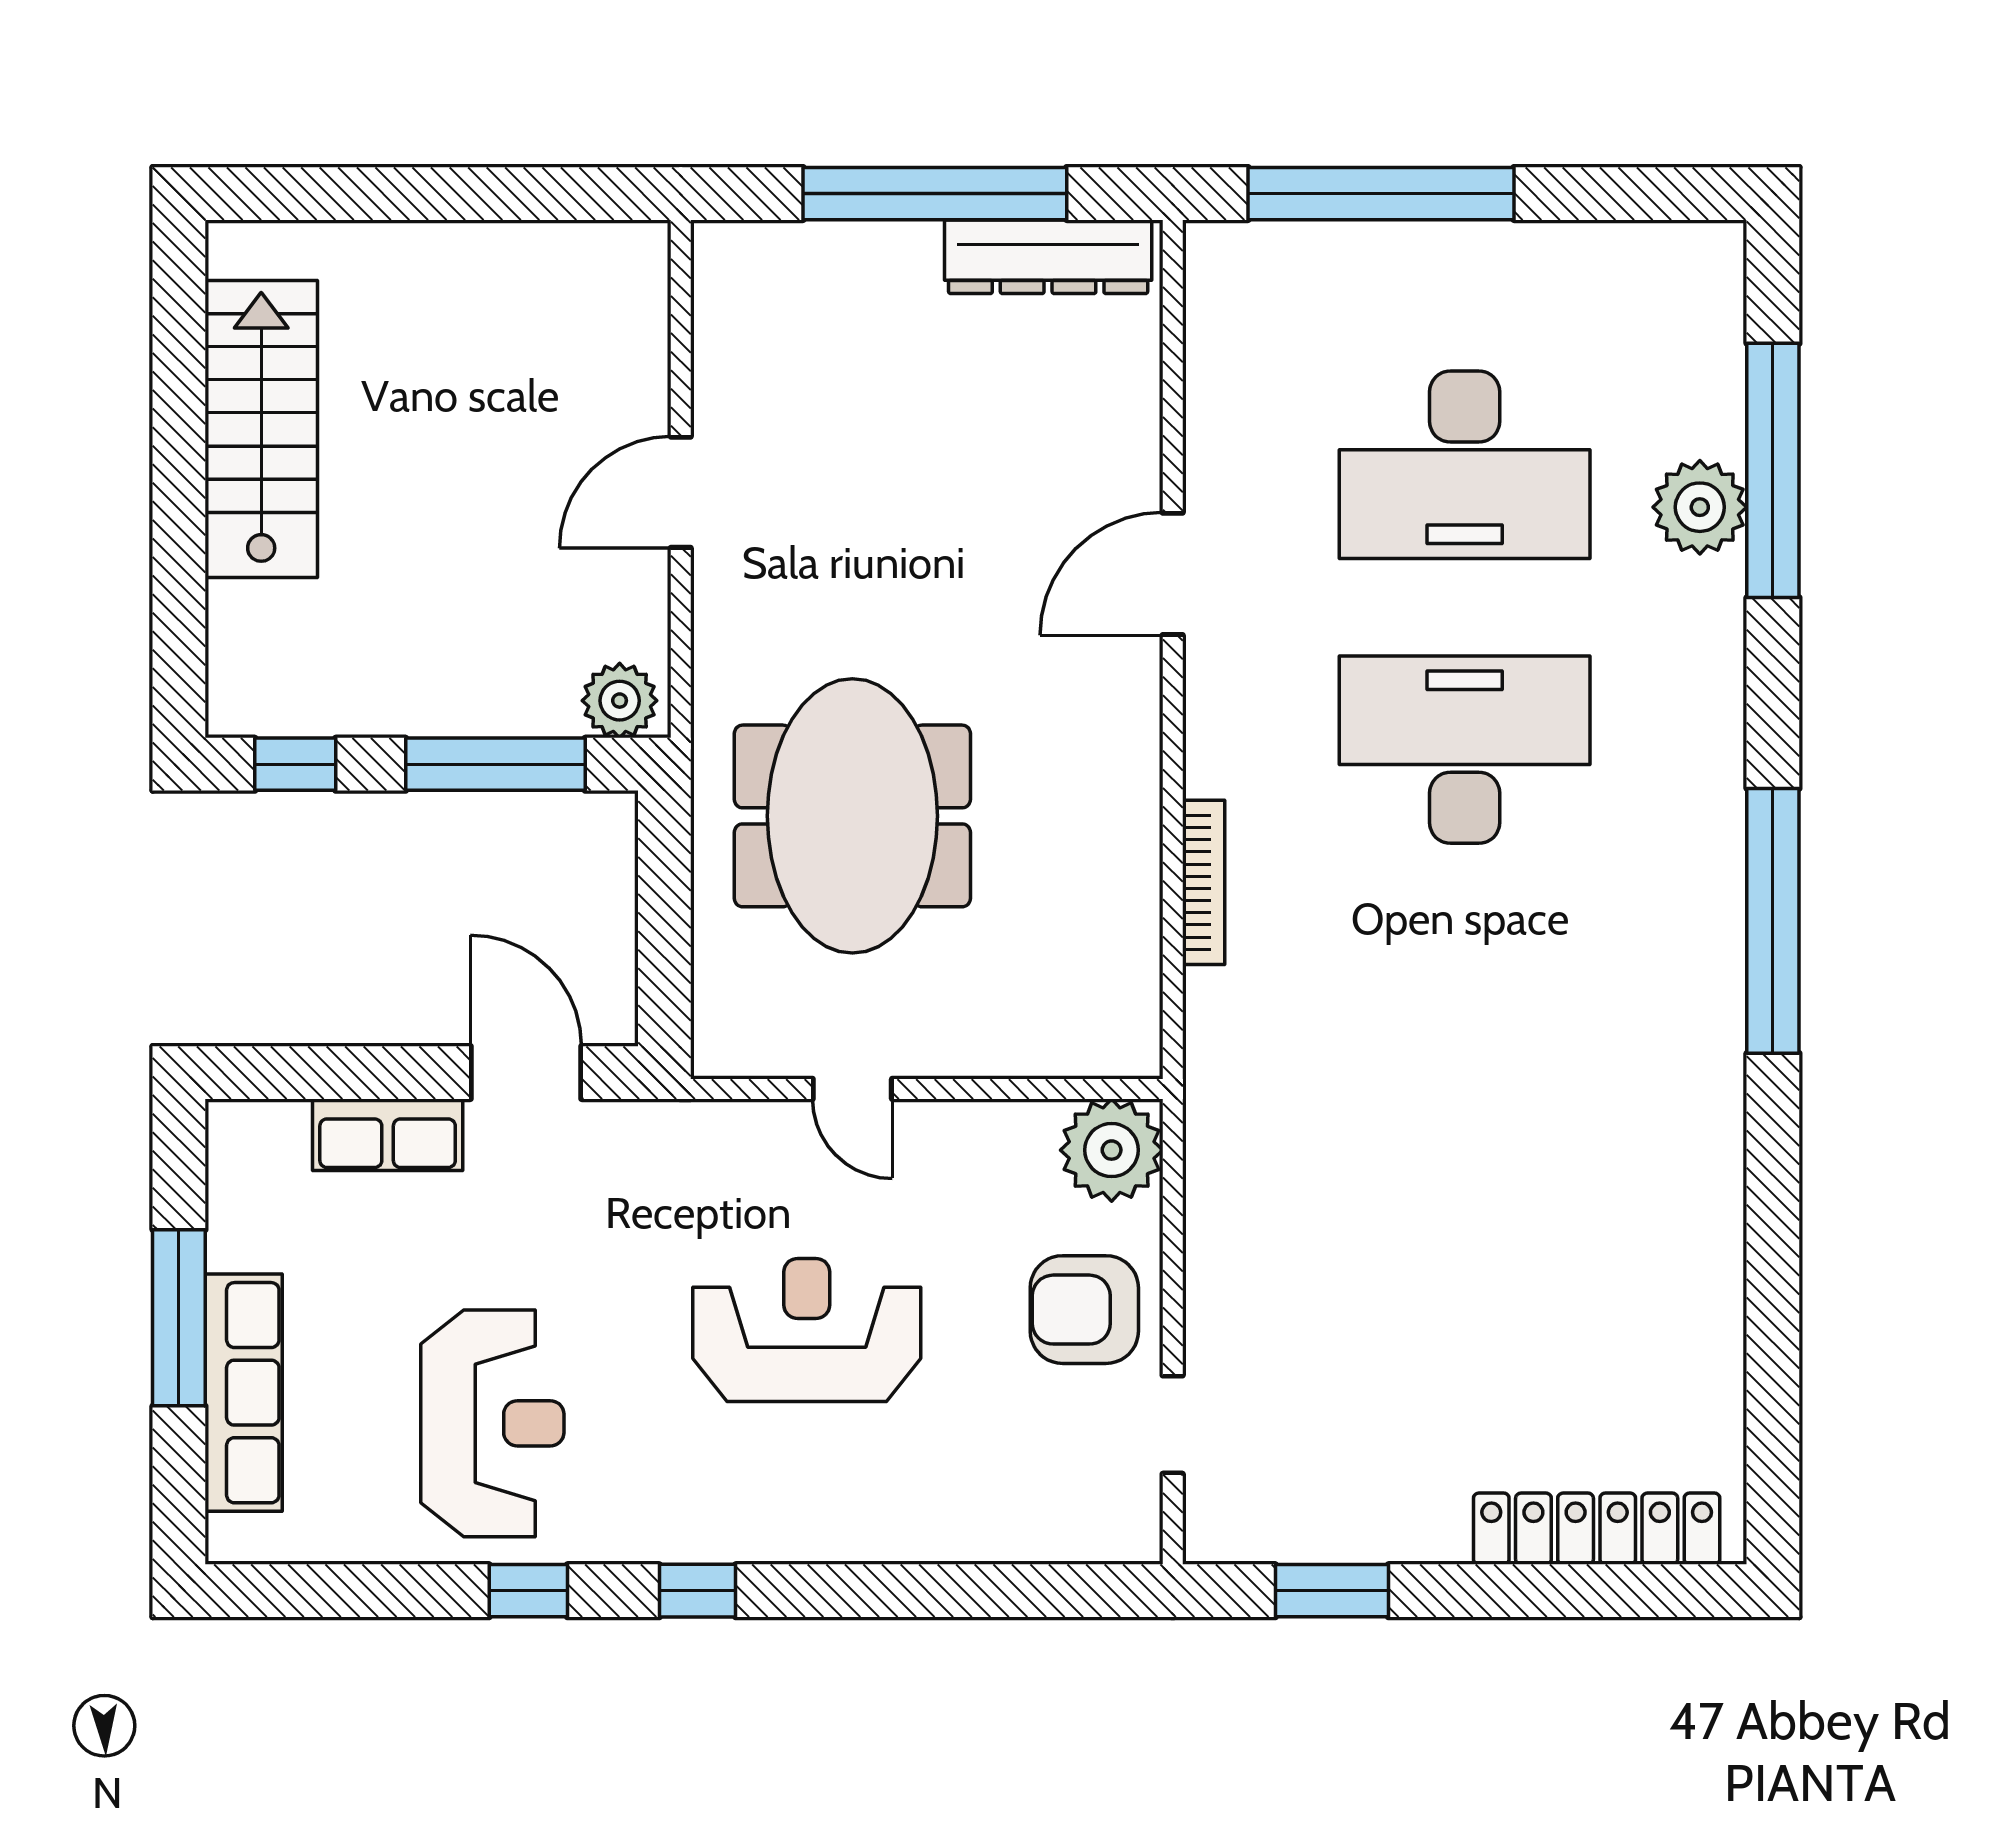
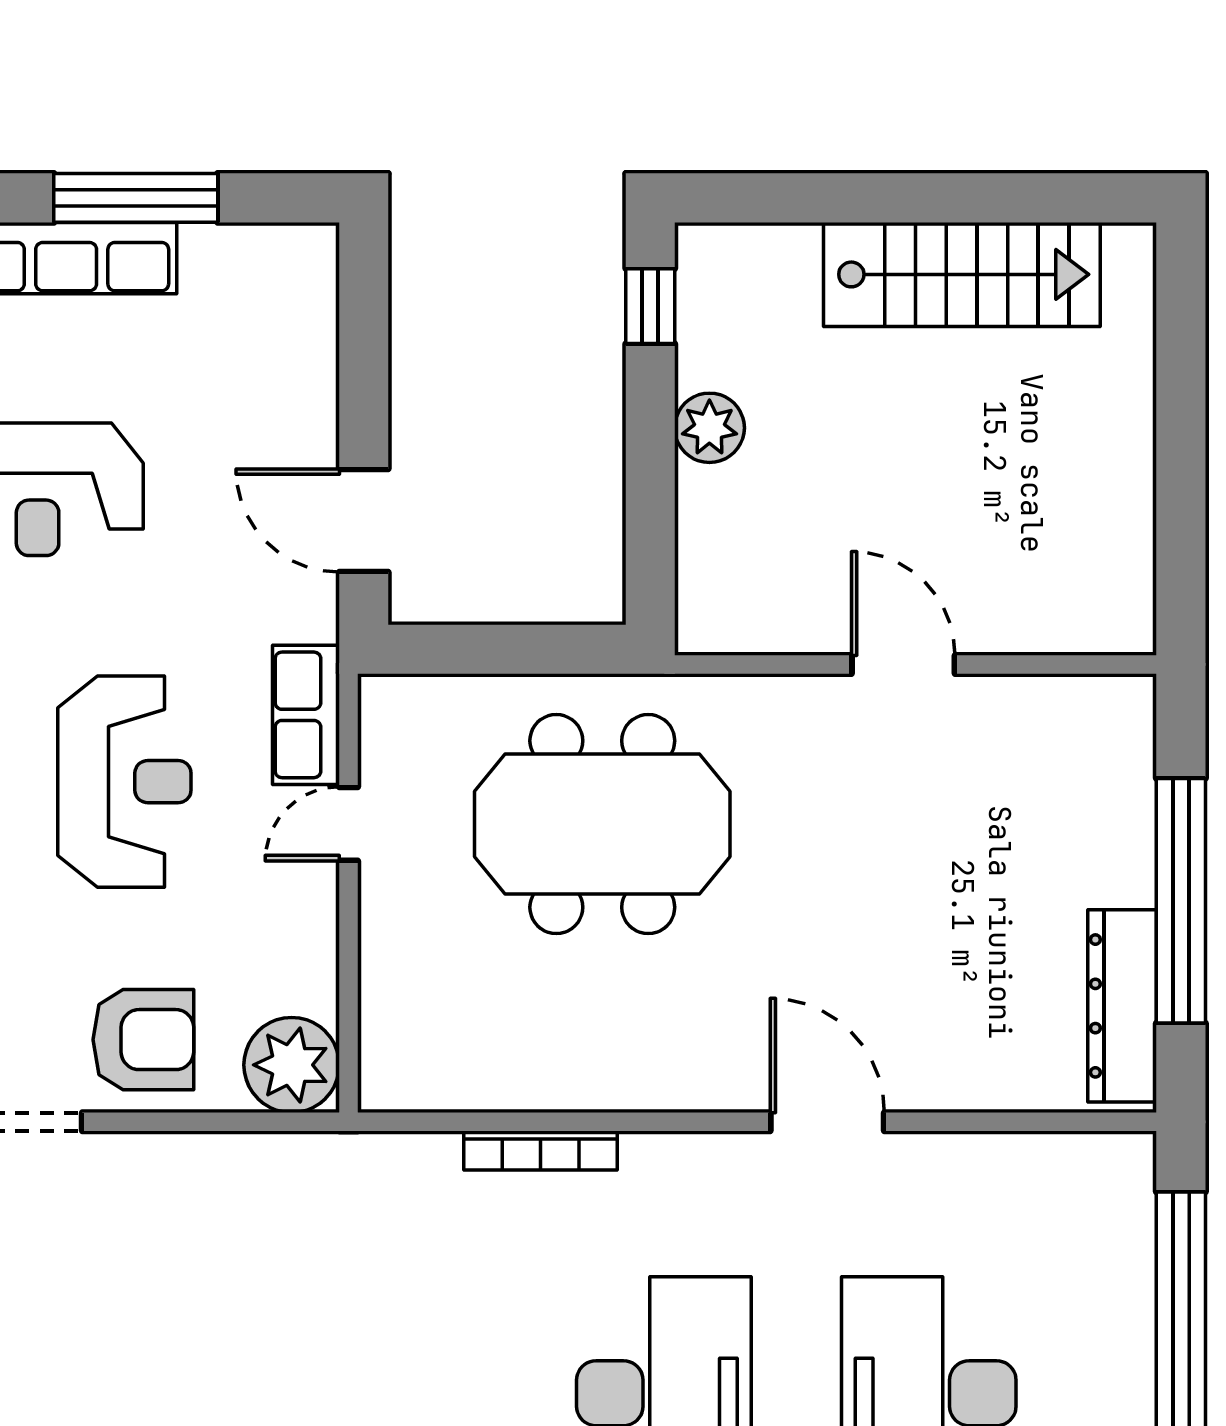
plant: (620, 701) -> (709, 428), moved
window: (495, 764) -> (650, 492), removed
door: (526, 1073) -> (364, 521), swing flipped
row of seats: (388, 1135) -> (306, 715), moved
armchair: (1084, 1310) -> (143, 1040), turned 90

